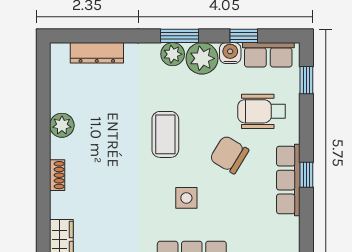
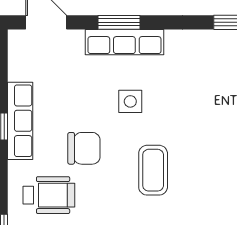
chair: (229, 155) -> (84, 148), turned -31

